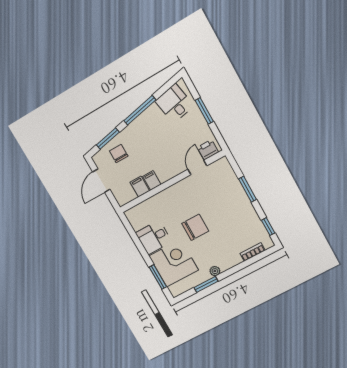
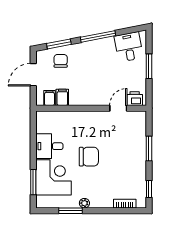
filing cabinet: (152, 180) -> (49, 98), moved

